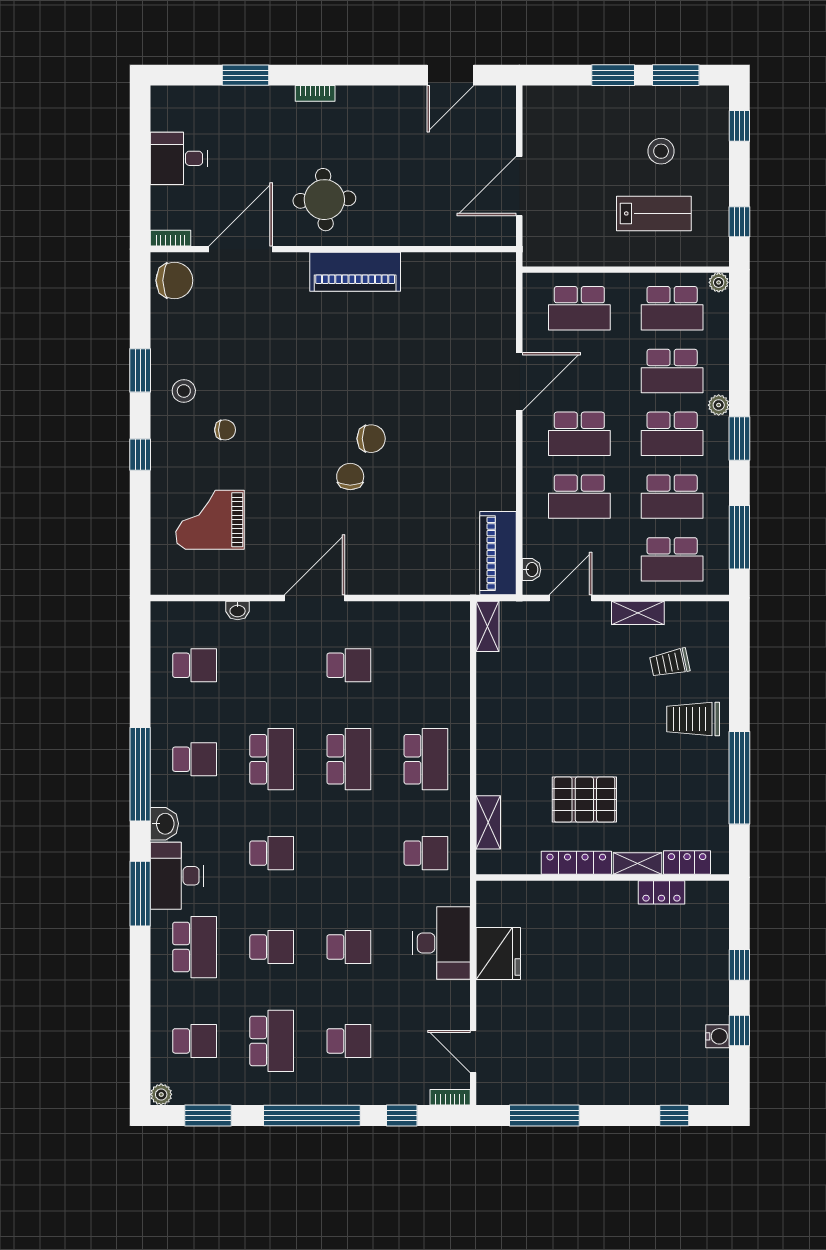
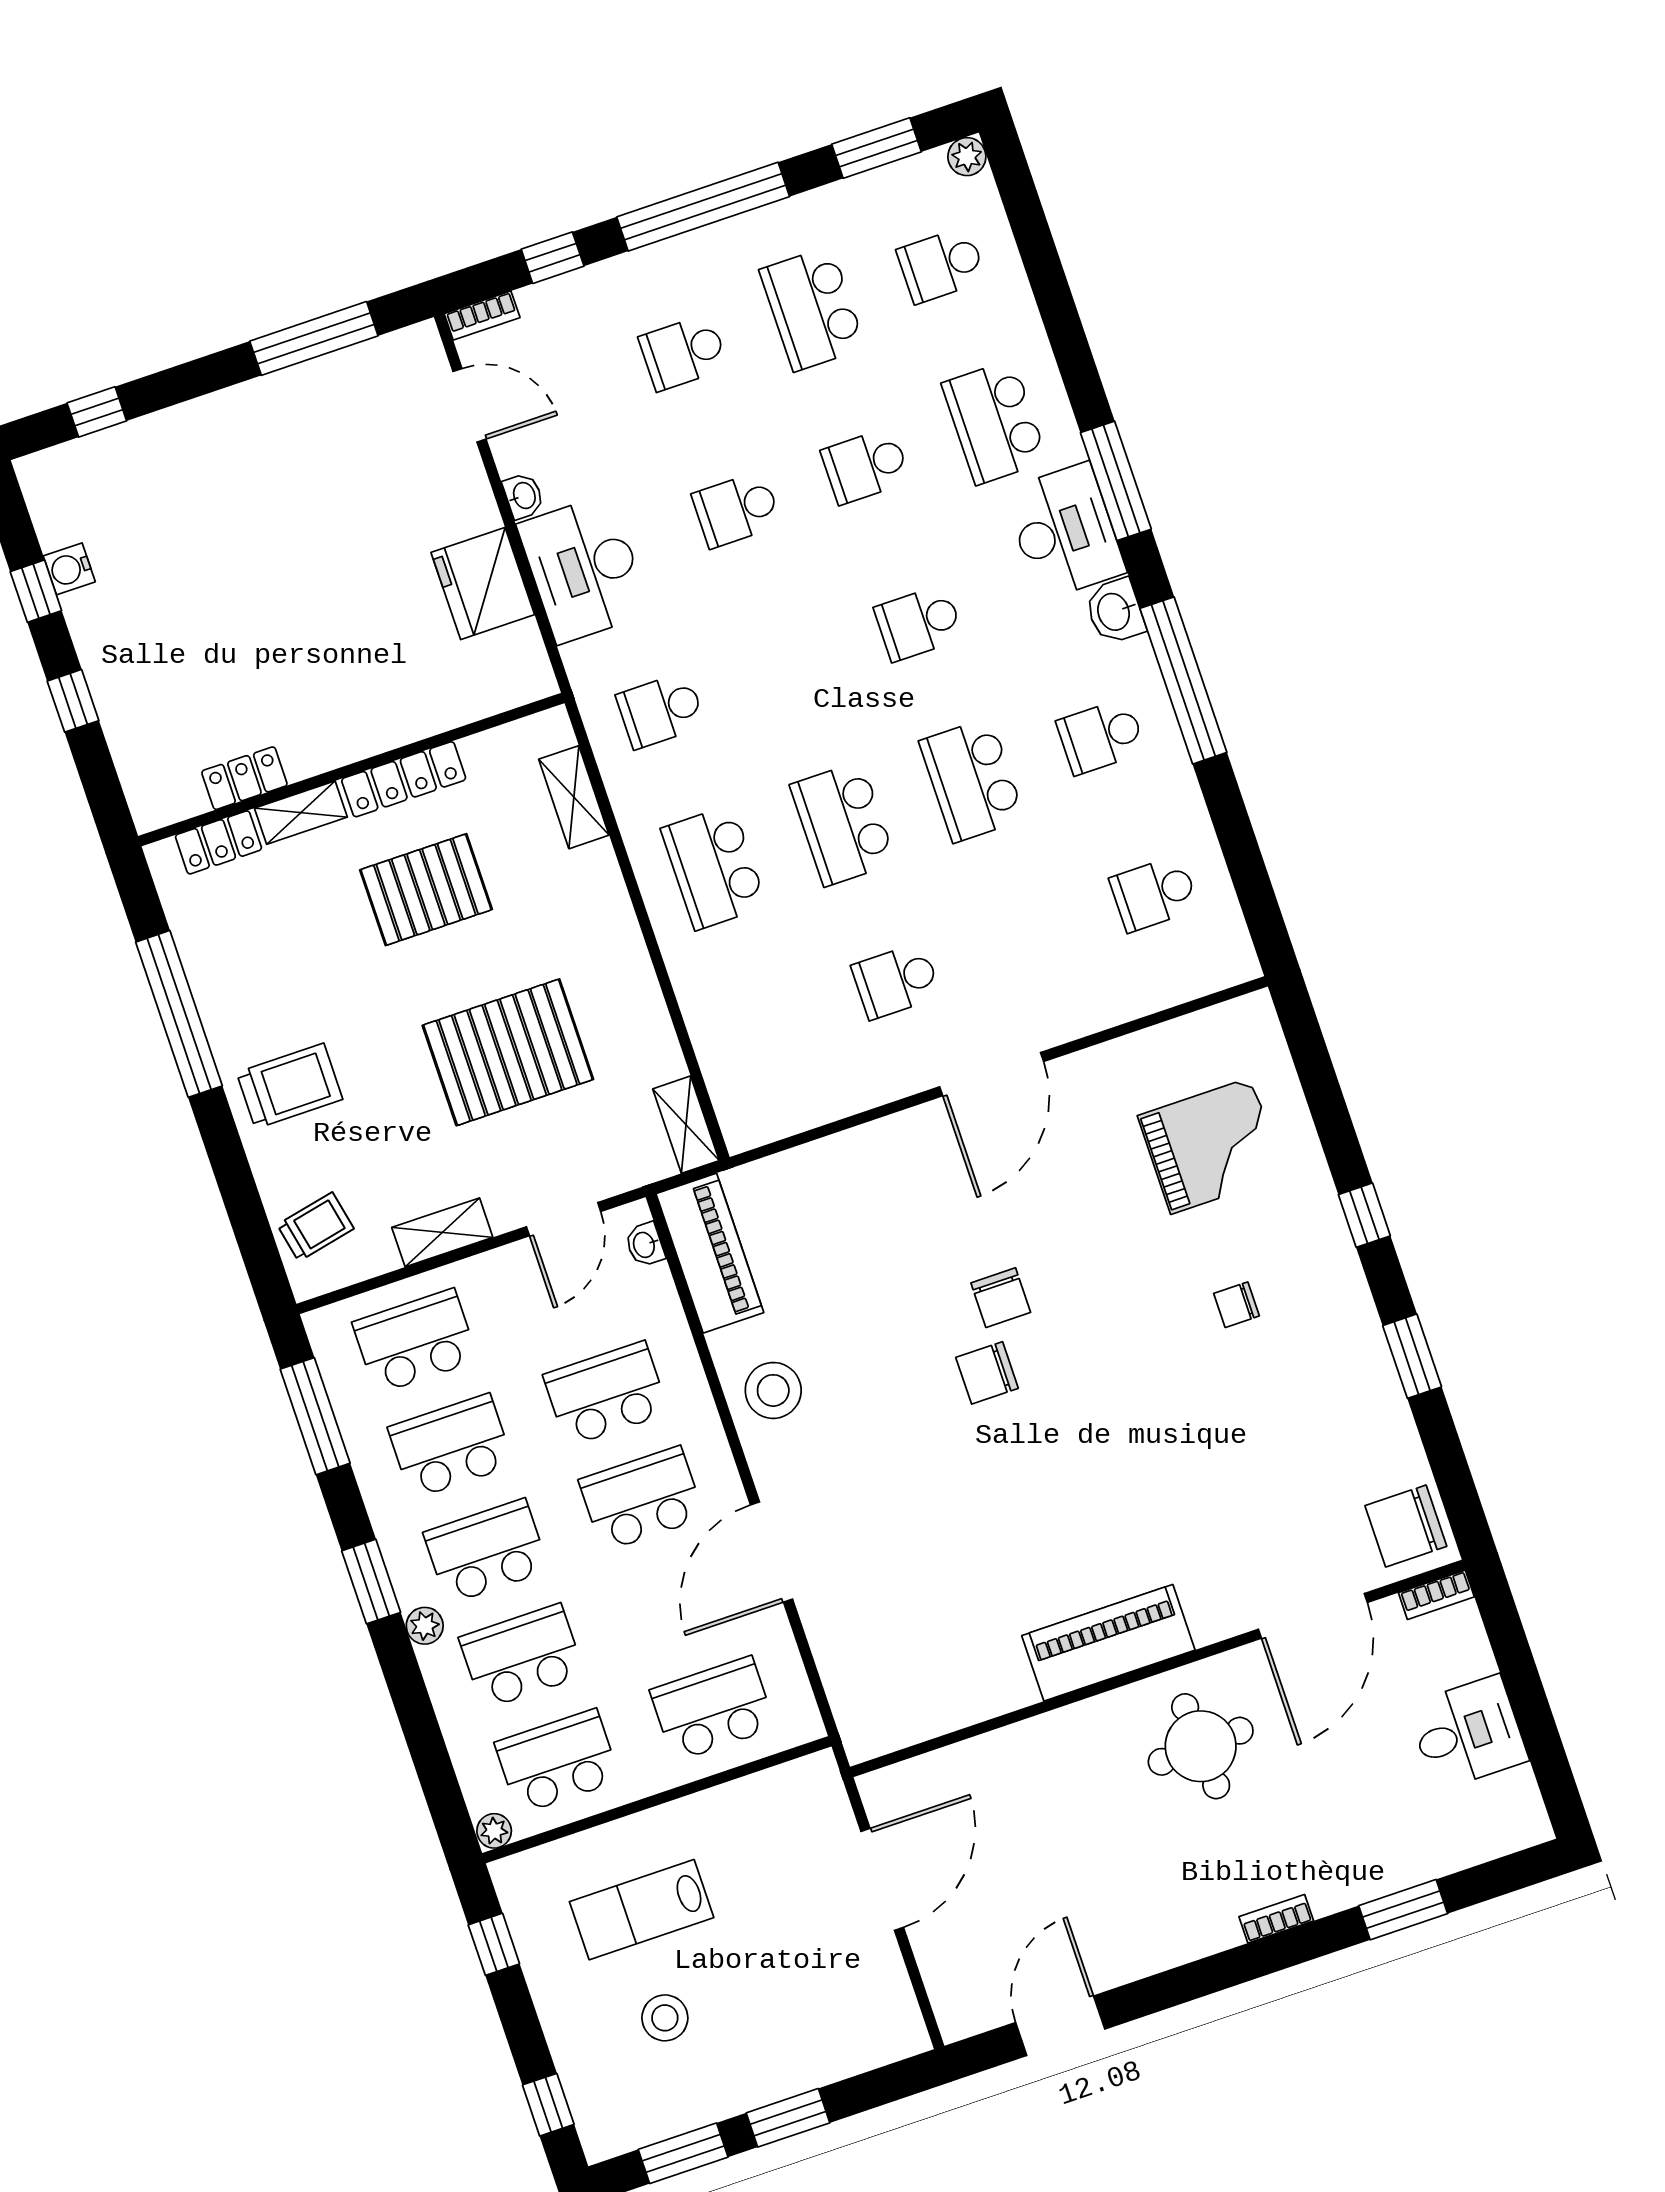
stool: (184, 391) -> (773, 1390), moved, width x1.38, depth x1.38
washbasin: (238, 610) -> (523, 496), moved, turned 90
trolley: (670, 663) -> (316, 1227), moved
pallet: (570, 697) -> (508, 1052), added

